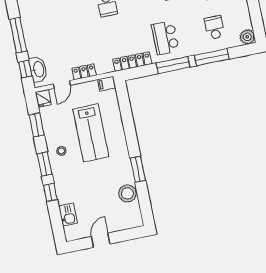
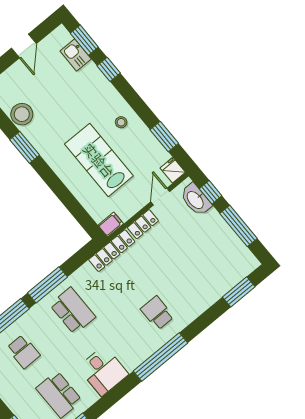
locker: (132, 62) -> (112, 251), moved
window: (45, 164) -> (84, 40), moved

